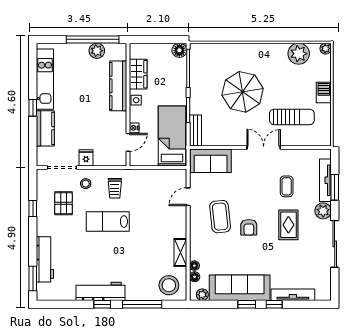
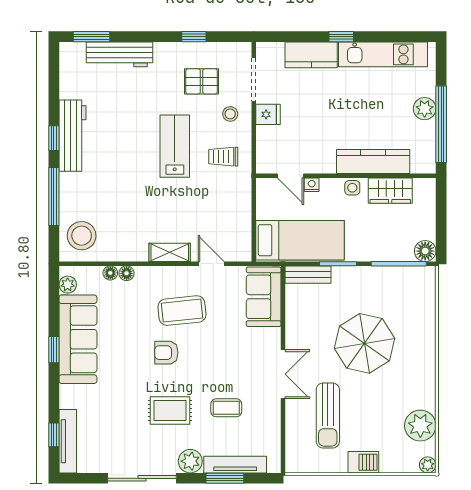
plant: (97, 51) -> (425, 109), moved
shelving: (180, 252) -> (170, 252), moved
floor lamp: (195, 277) -> (127, 273), moved
tv unit: (293, 295) -> (68, 441), moved
window: (274, 304) -> (54, 435), moved

